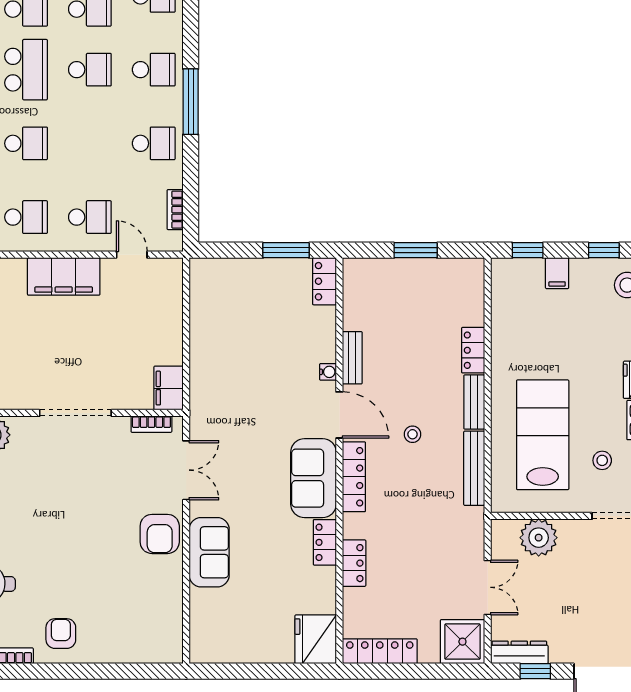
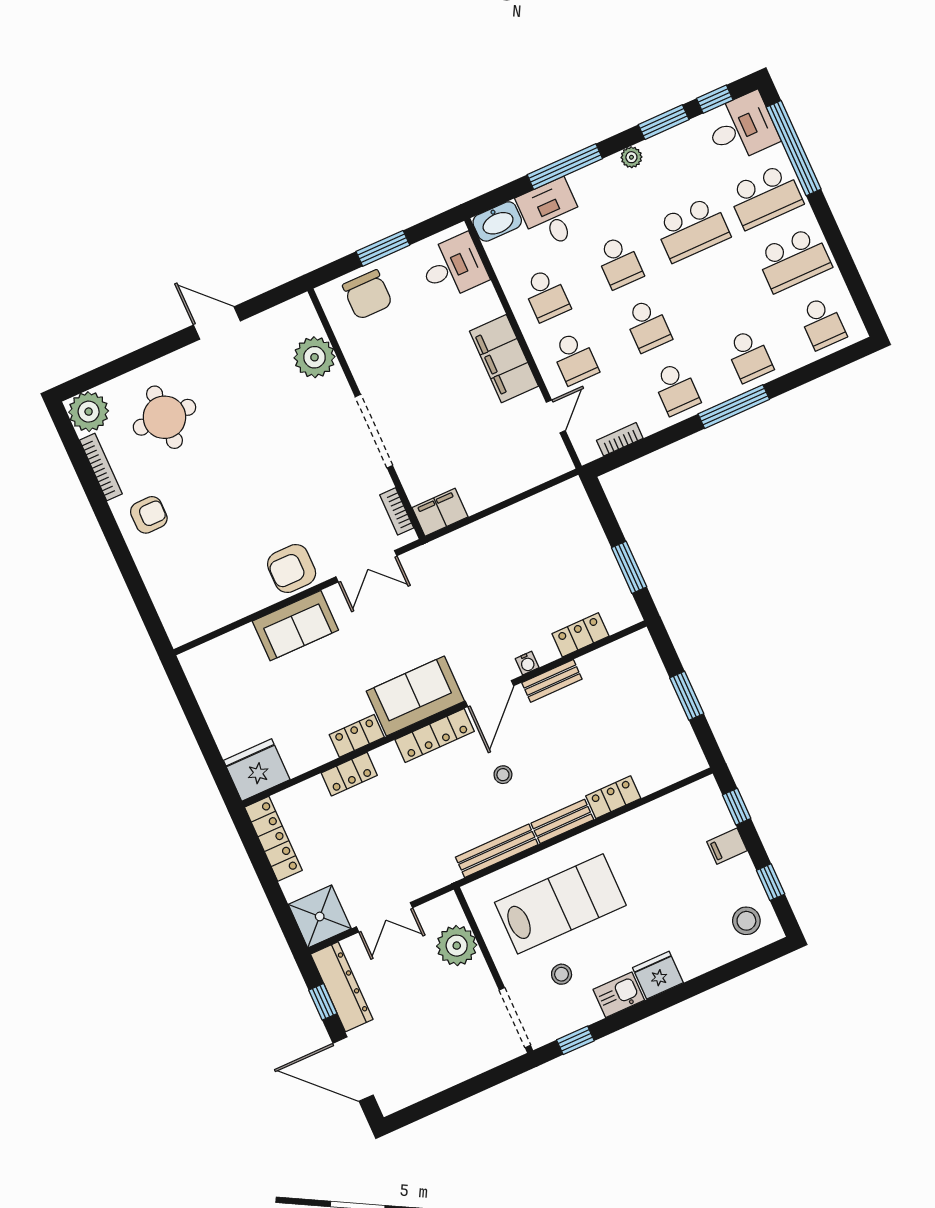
school desk: (90, 70) -> (648, 325), moved
locker: (324, 281) -> (580, 635), moved
dresser: (519, 652) -> (342, 987), width x1.37, depth x1.24

